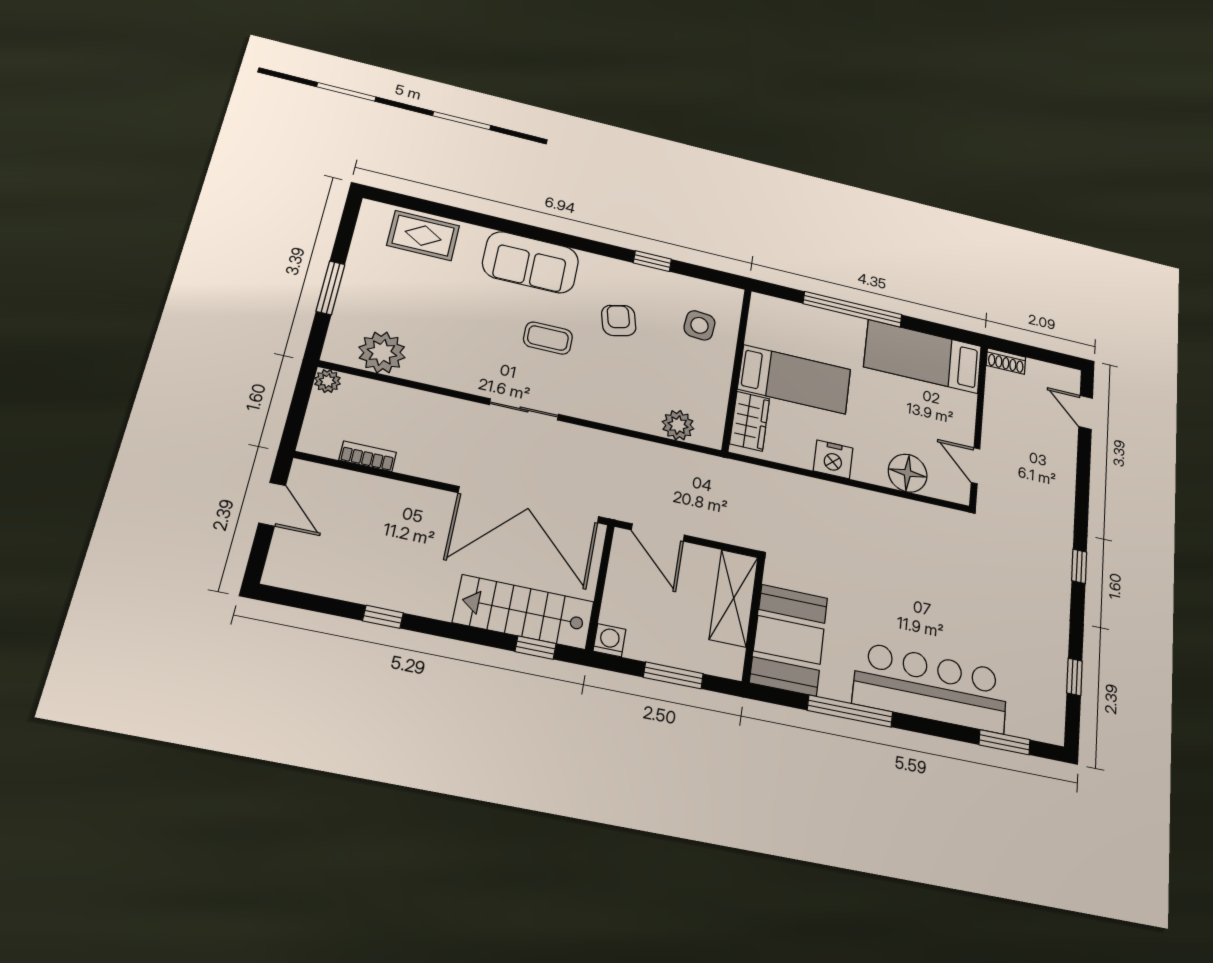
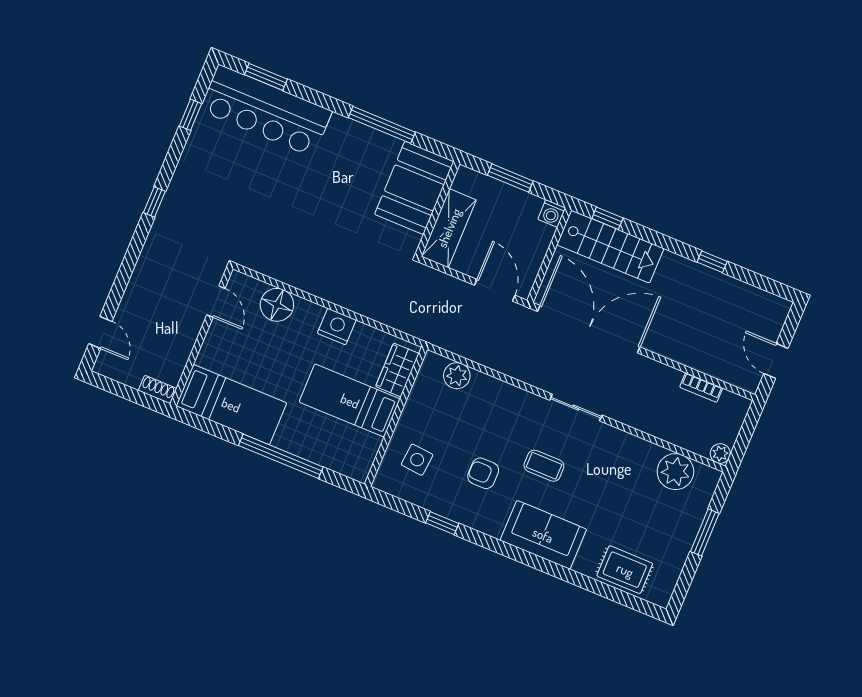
armchair: (619, 320) -> (483, 473), turned 104
bar counter: (931, 688) -> (266, 111), moved

